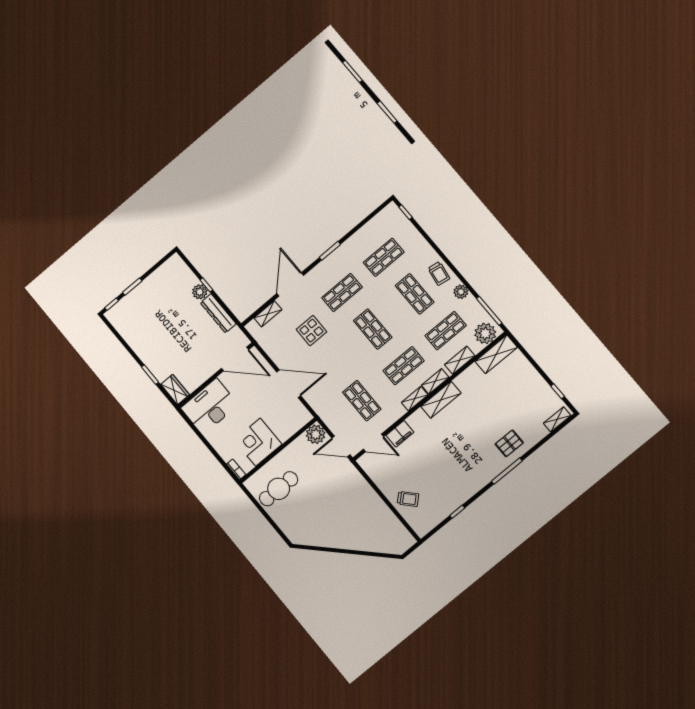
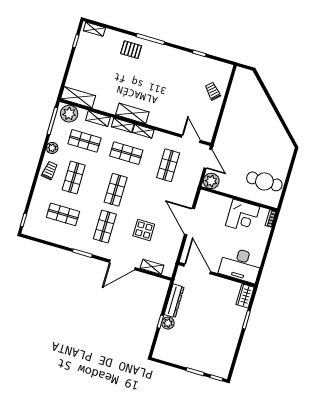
shop shelf: (342, 292) -> (105, 227), turned 90
filing cabinet: (400, 434) -> (173, 125), removed

